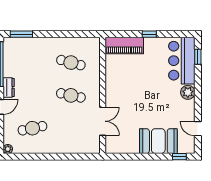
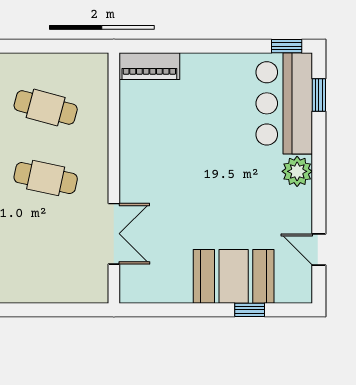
window: (149, 34) -> (287, 46), moved
piano: (124, 45) -> (149, 66), width x0.73, depth x0.75
window: (179, 157) -> (250, 310), moved

